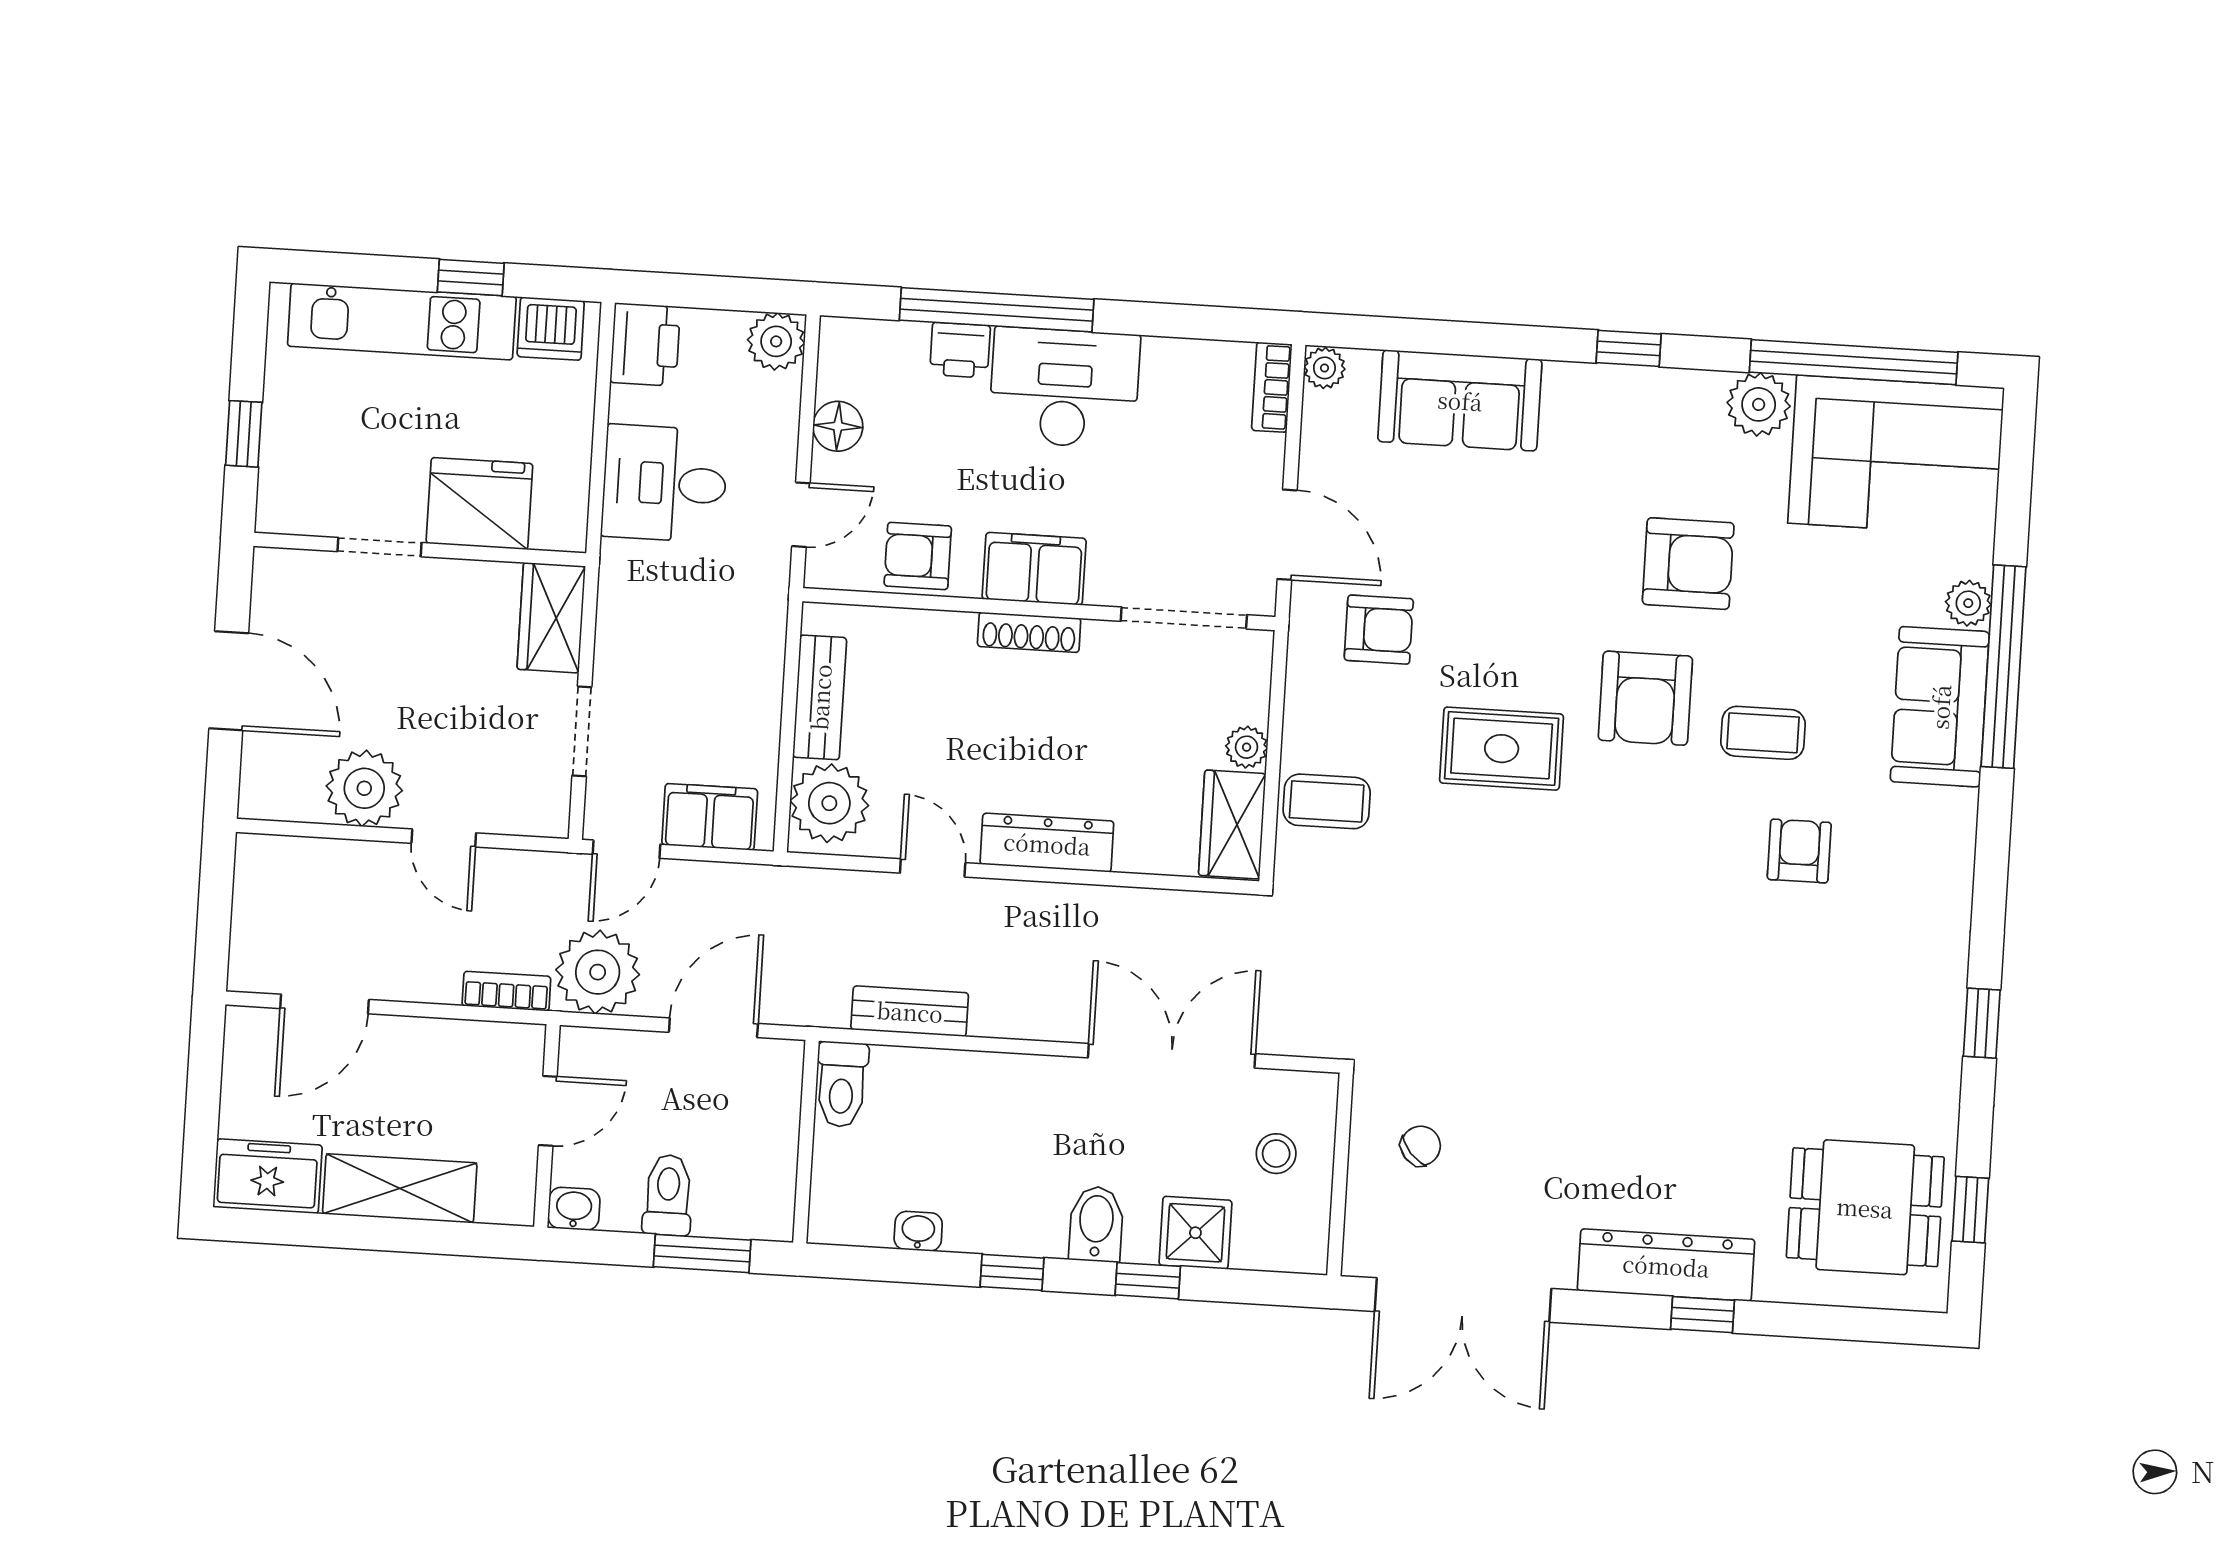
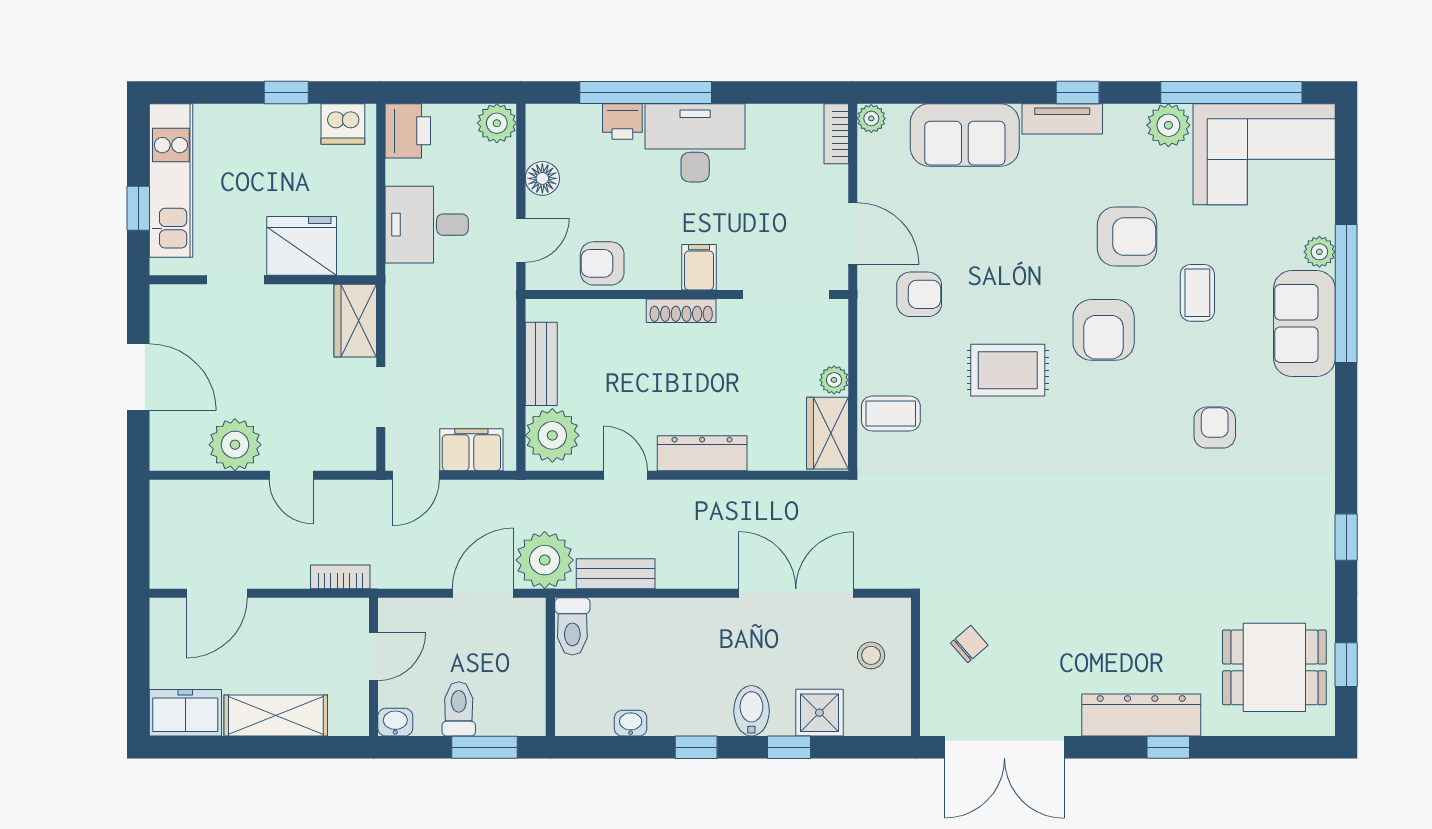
kitchen unit: (402, 321) -> (171, 180), moved, turned -90
tv unit: (1604, 386) -> (1062, 119), added
filing cabinet: (1034, 569) -> (699, 267), width x0.50
coffee table: (1763, 733) -> (1197, 293), moved, turned 90
plant: (598, 972) -> (545, 560), moved

